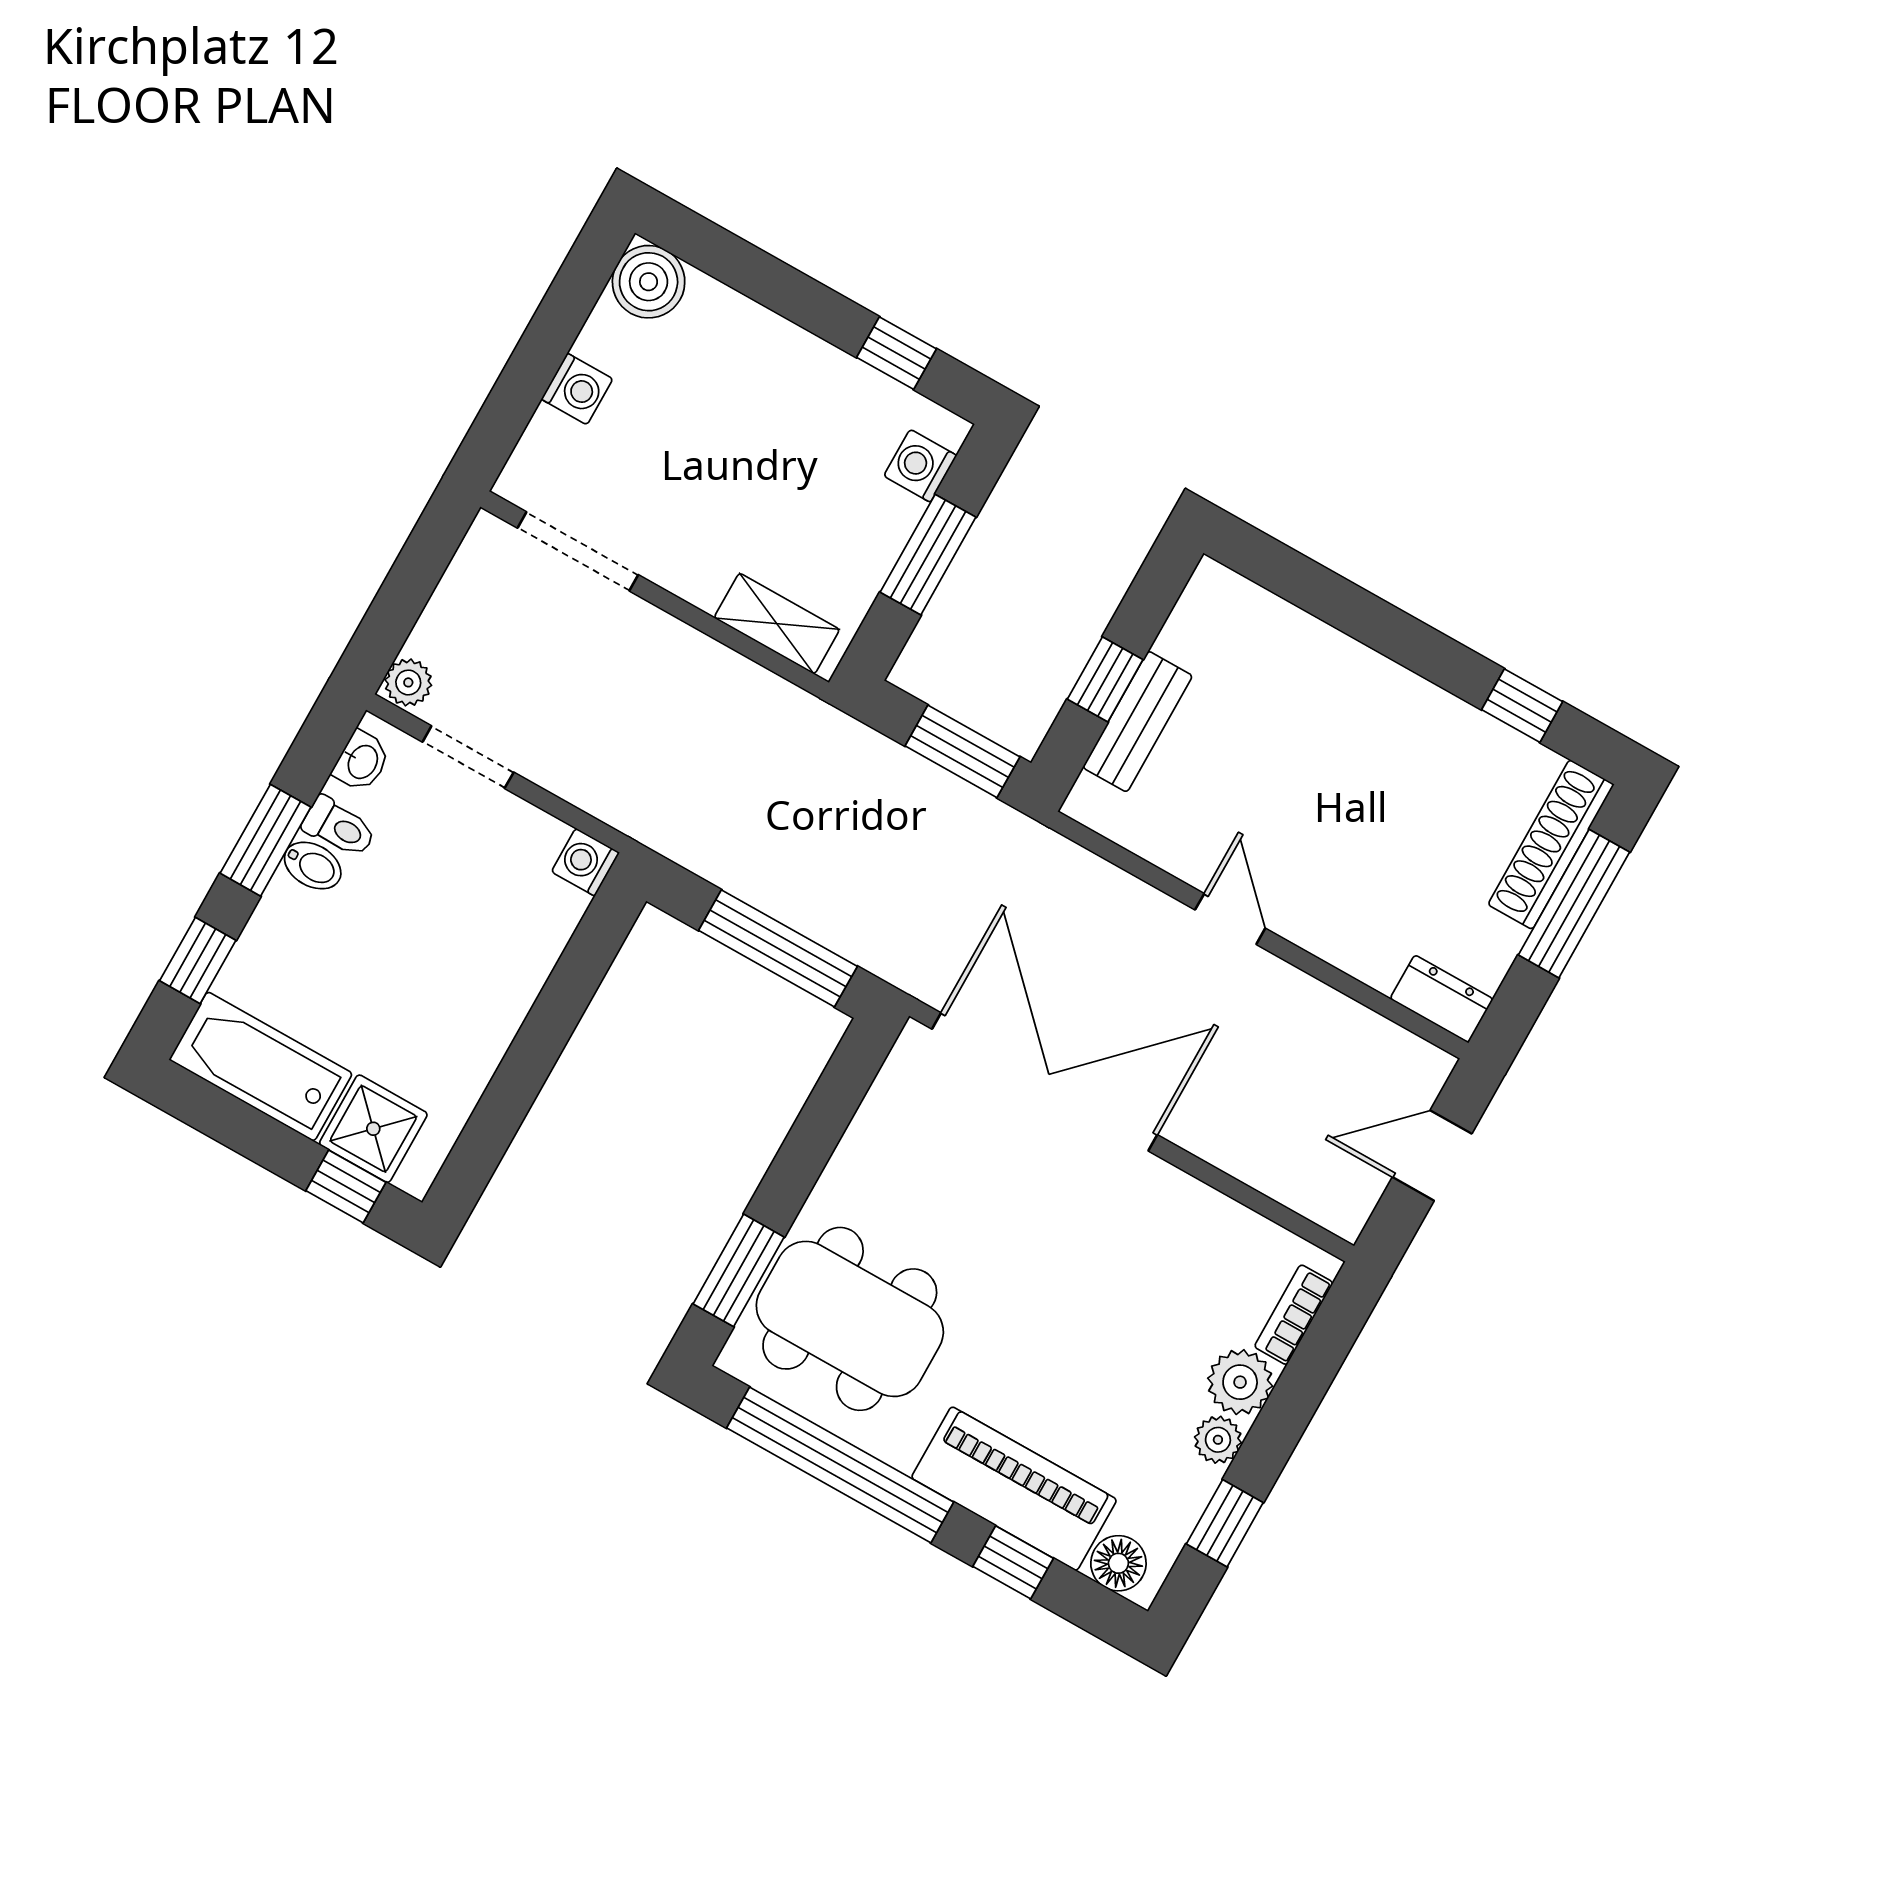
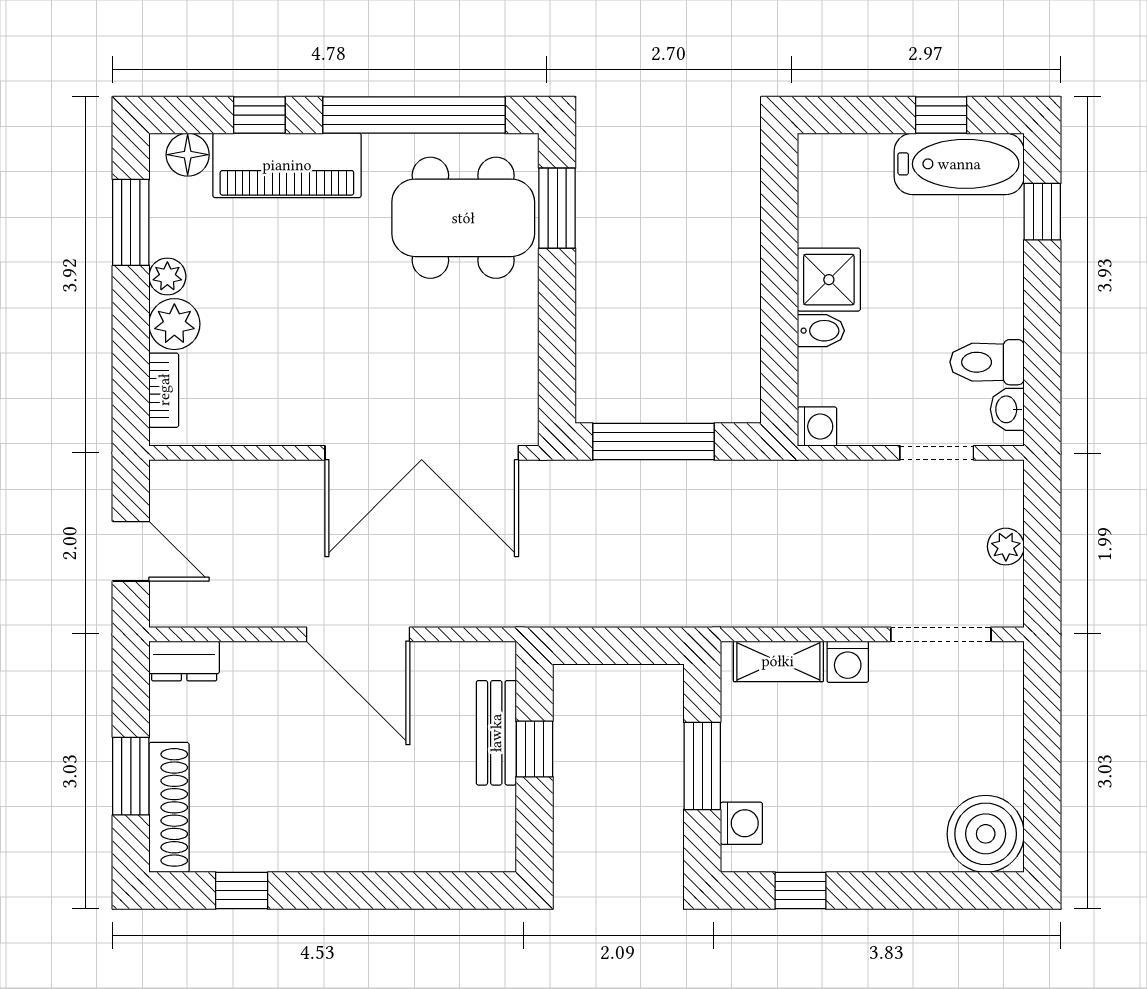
boiler: (649, 282) -> (986, 834), width x1.37, depth x1.37
washing machine: (577, 389) -> (848, 662), moved, turned -90
plant: (408, 682) -> (1006, 547), moved
window: (962, 751) -> (604, 646), removed
toilet: (339, 827) -> (987, 362), width x1.37, depth x1.39
window: (266, 840) -> (1042, 319), removed
bidet: (313, 866) -> (821, 331), moved, turned 180
window: (1574, 904) -> (131, 776), width x0.69
door: (1230, 919) -> (358, 634), width x1.88
shower: (373, 1129) -> (829, 280), moved
door: (1432, 1155) -> (131, 551), hinge flipped
window: (346, 1186) -> (941, 115), moved
window: (1225, 1523) -> (131, 222), width x1.50

